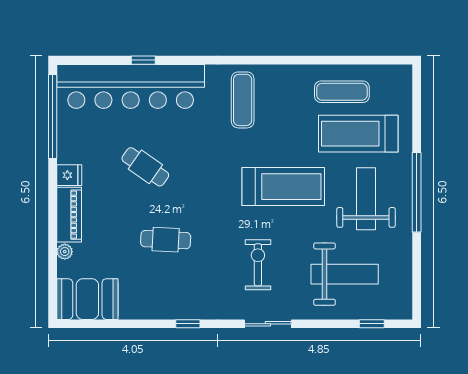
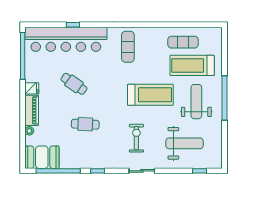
window: (117, 324) -> (58, 171), added

